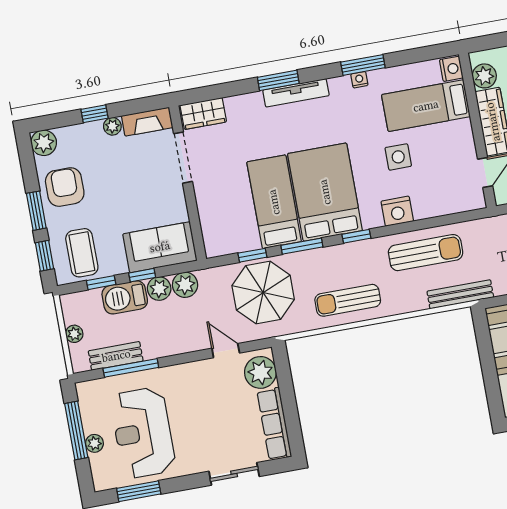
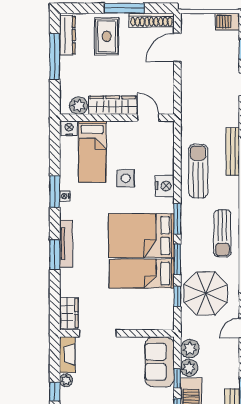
window: (356, 236) -> (177, 219), width x1.50

